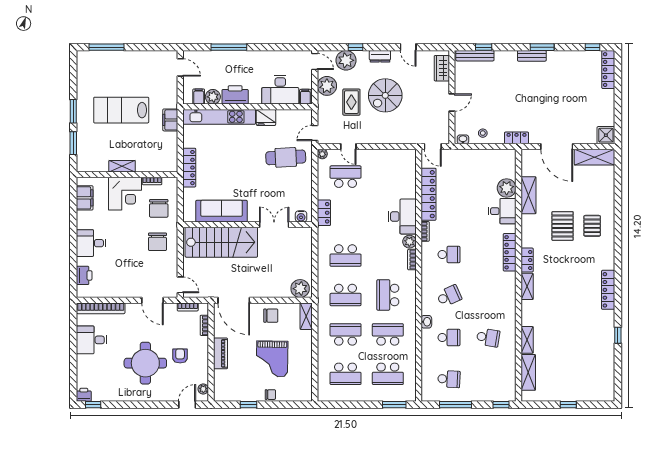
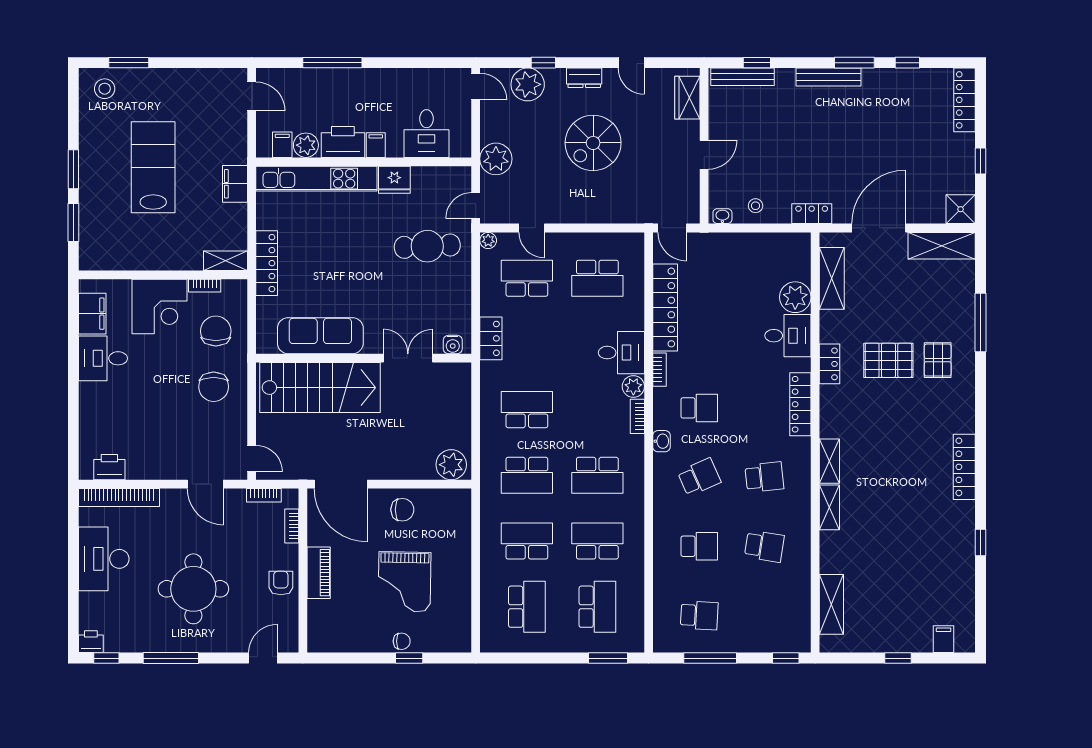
window: (107, 47) -> (129, 63), width x0.69
window: (593, 47) -> (907, 63), moved
bench: (532, 56) -> (829, 77), width x1.36
stool: (92, 63) -> (105, 89), added
plant: (327, 86) -> (496, 159), moved
desk: (280, 90) -> (427, 134), width x0.73
filing cabinet: (305, 97) -> (376, 145), moved
rug: (351, 102) -> (537, 154), removed
window: (618, 106) -> (980, 161), added
lab bench: (121, 110) -> (153, 167), turned 90
door: (557, 146) -> (879, 228), swing flipped
shelving: (122, 166) -> (225, 261), moved
school desk: (388, 177) -> (597, 278), added
shelving: (529, 195) -> (832, 278), moved
window: (618, 203) -> (980, 323), added
chair: (159, 208) -> (216, 331), turned 180
desk: (402, 216) -> (621, 353), width x0.73
pallet: (563, 226) -> (888, 360), turned 90
desk: (91, 243) -> (103, 358), moved
school desk: (346, 256) -> (527, 410), turned 180
locker: (527, 260) -> (829, 364), moved
printer: (84, 275) -> (109, 467), moved, turned -90
school desk: (388, 295) -> (597, 475), turned -90
school desk: (488, 296) -> (764, 477), added
shelving: (306, 316) -> (461, 511), removed
washbasin: (426, 322) -> (661, 441), moved
desk: (92, 340) -> (104, 559), width x1.37
shelving: (527, 340) -> (829, 507), moved
armchair: (180, 356) -> (281, 583), moved
school desk: (346, 374) -> (527, 607), turned -90
school desk: (388, 374) -> (597, 607), turned -90
plant: (203, 389) -> (290, 632), removed
filing cabinet: (596, 393) -> (944, 639), added
window: (132, 405) -> (171, 658), added
window: (249, 405) -> (409, 658), moved

